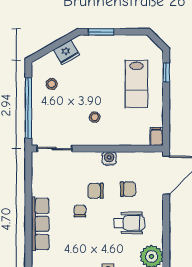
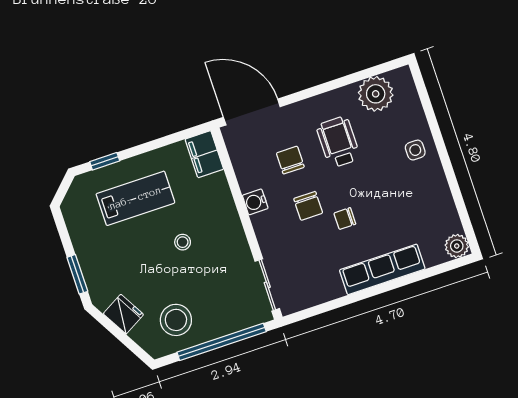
stool: (52, 84) -> (176, 320), width x1.89, depth x1.89
stool: (95, 117) -> (183, 242), moved
filing cabinet: (156, 137) -> (204, 154), width x2.00

